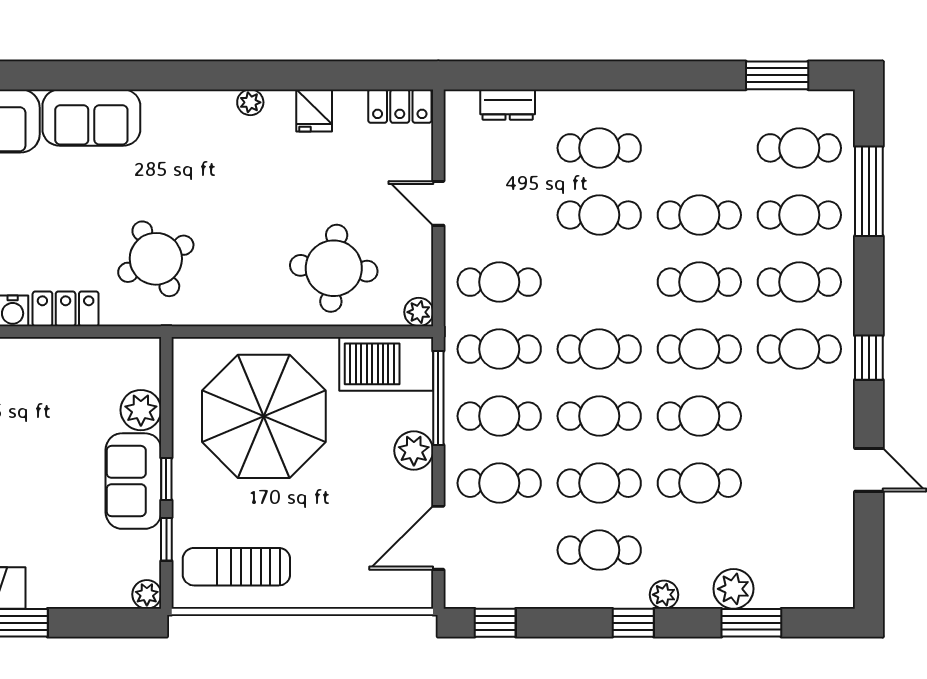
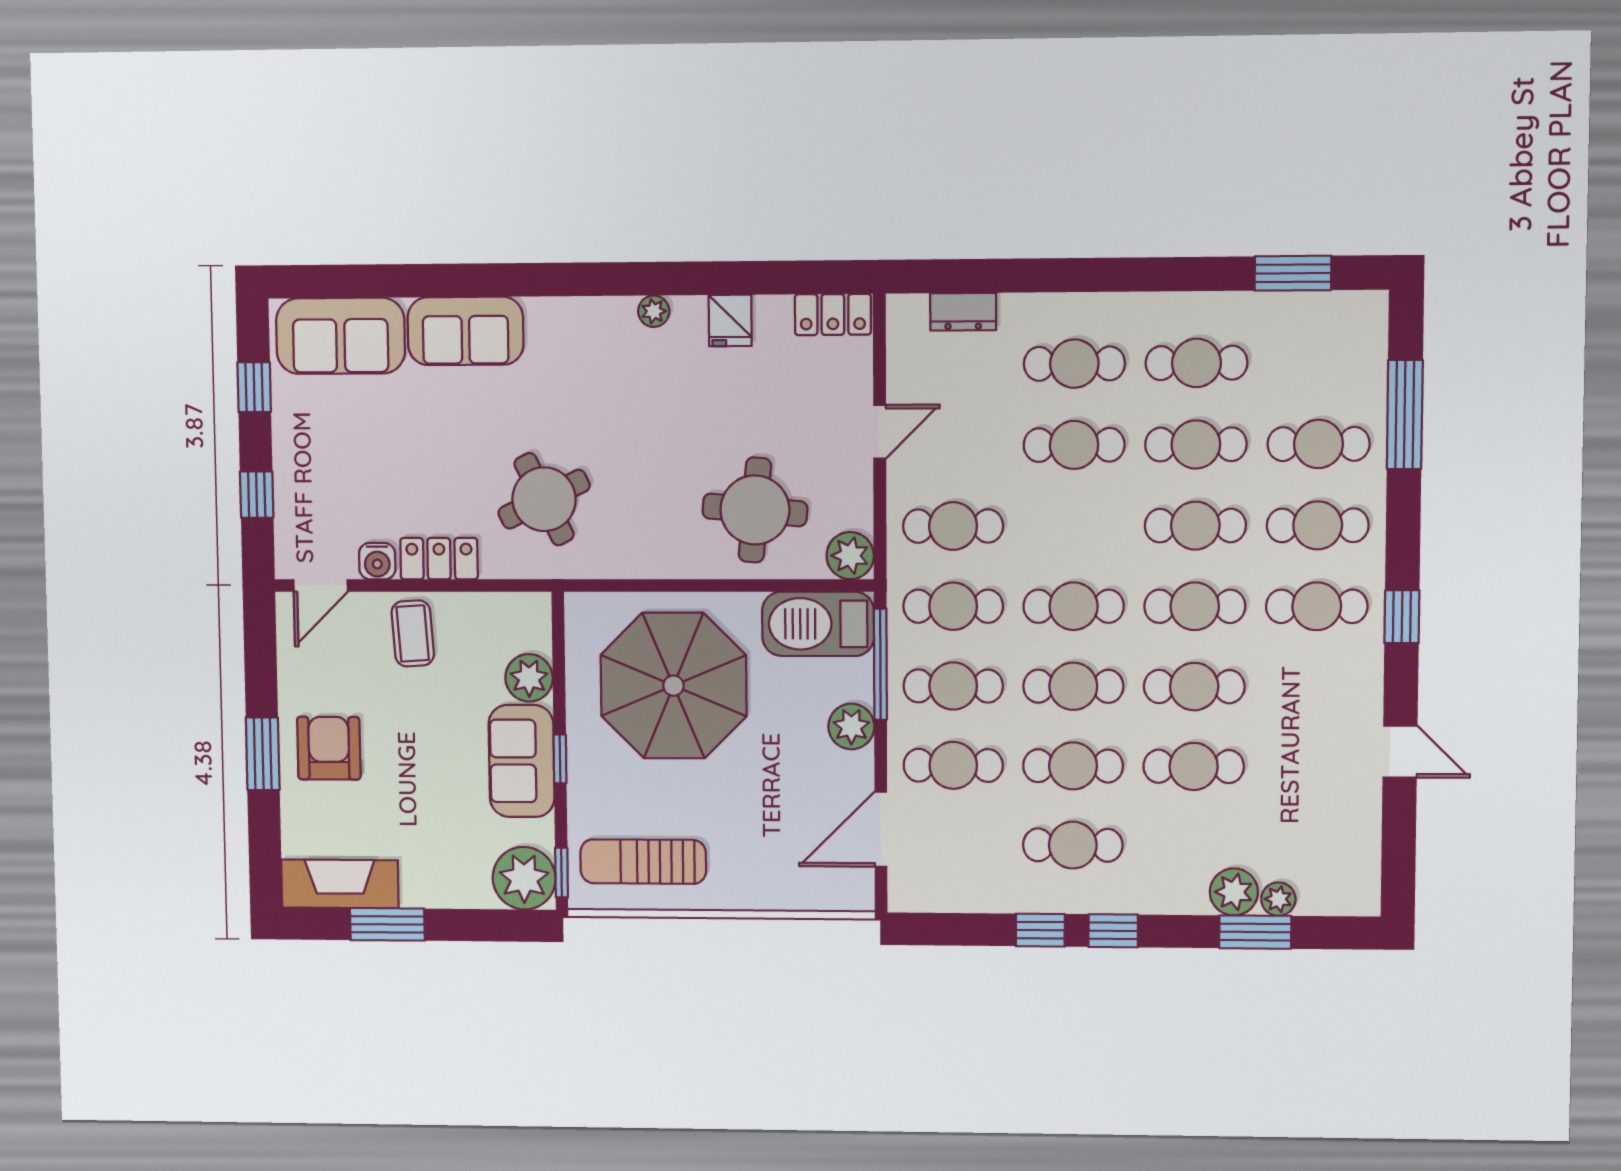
cafe table: (799, 148) -> (1196, 363), moved
door: (438, 203) -> (880, 432), swing flipped
plant: (419, 312) -> (850, 556), width x1.38, depth x1.38
coffee table: (42, 372) -> (413, 633), added
window: (166, 539) -> (562, 873), moved
plant: (147, 594) -> (524, 878), width x1.88, depth x1.88
plant: (664, 595) -> (1278, 899), moved
window: (495, 623) -> (1040, 930), moved

